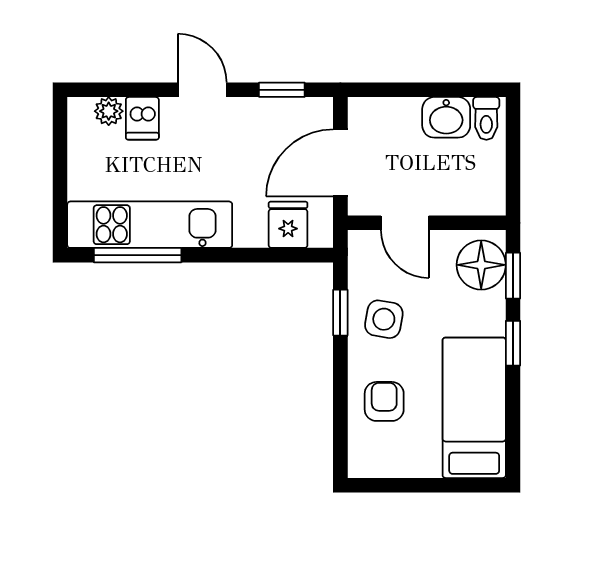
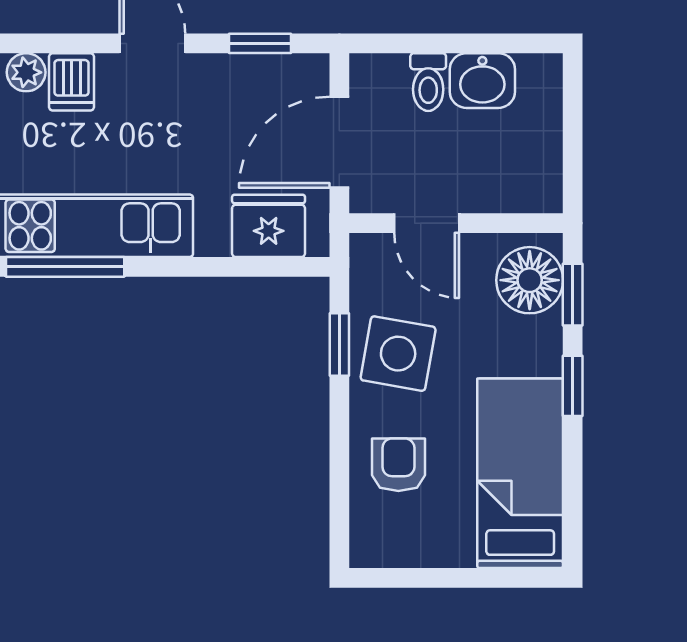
toilet: (486, 118) -> (428, 82), moved
fridge: (288, 225) -> (269, 226), width x1.38
side table: (384, 319) -> (398, 354), width x1.37, depth x1.37

